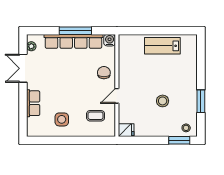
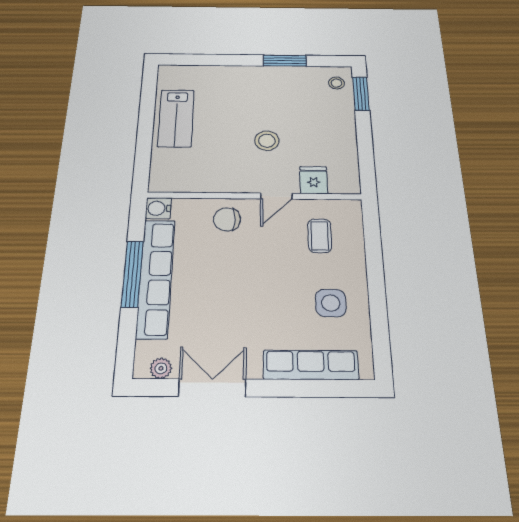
double door: (23, 68) -> (212, 388), swing flipped
door: (117, 96) -> (276, 196), hinge flipped
stool: (163, 101) -> (267, 141), moved
row of seats: (33, 103) -> (311, 365), width x1.48
fridge: (126, 130) -> (314, 180), moved

